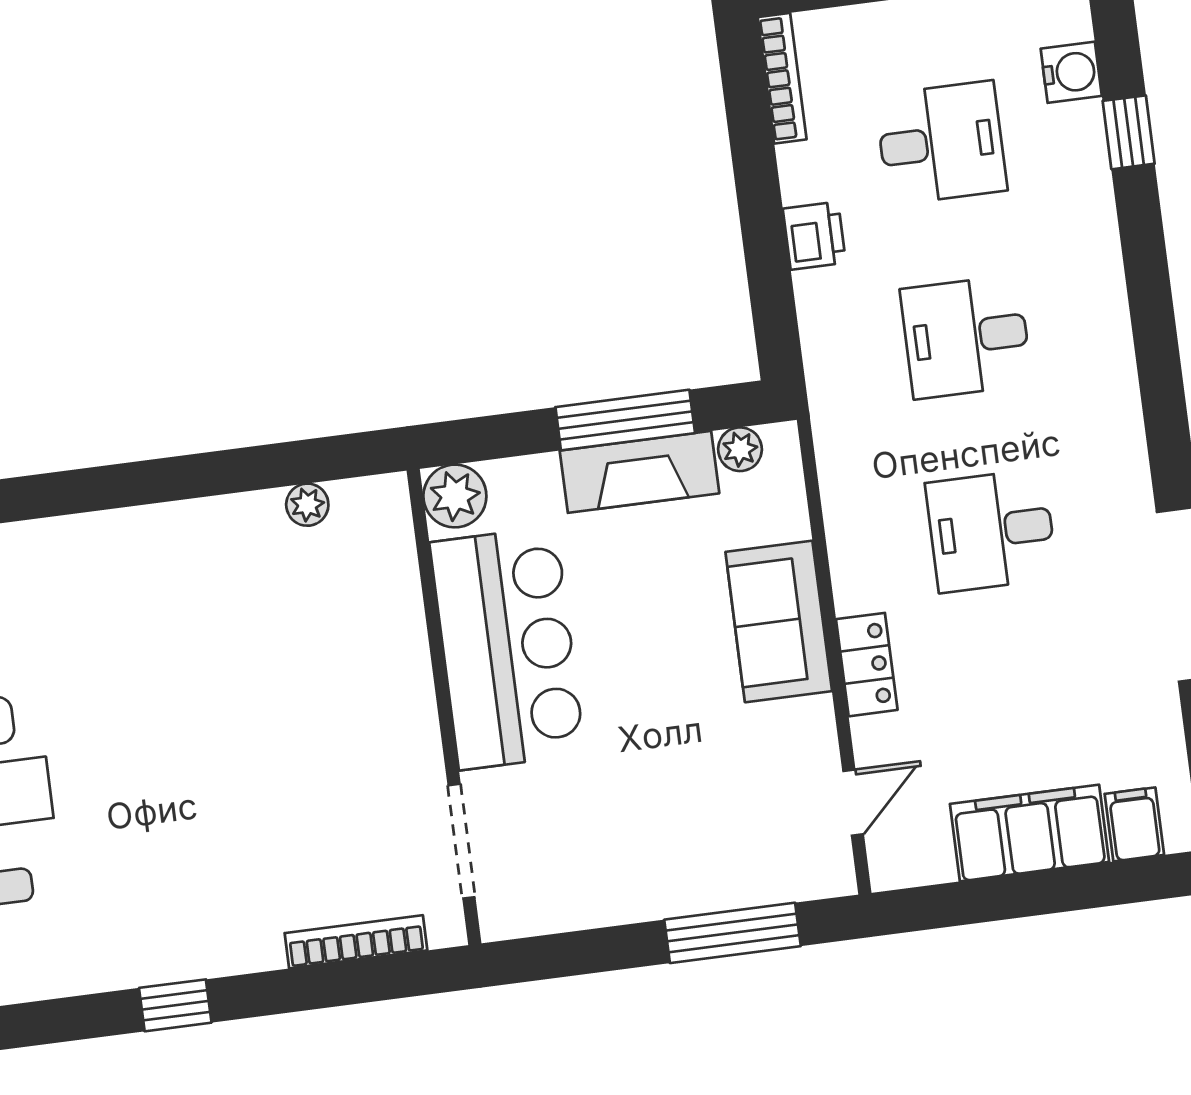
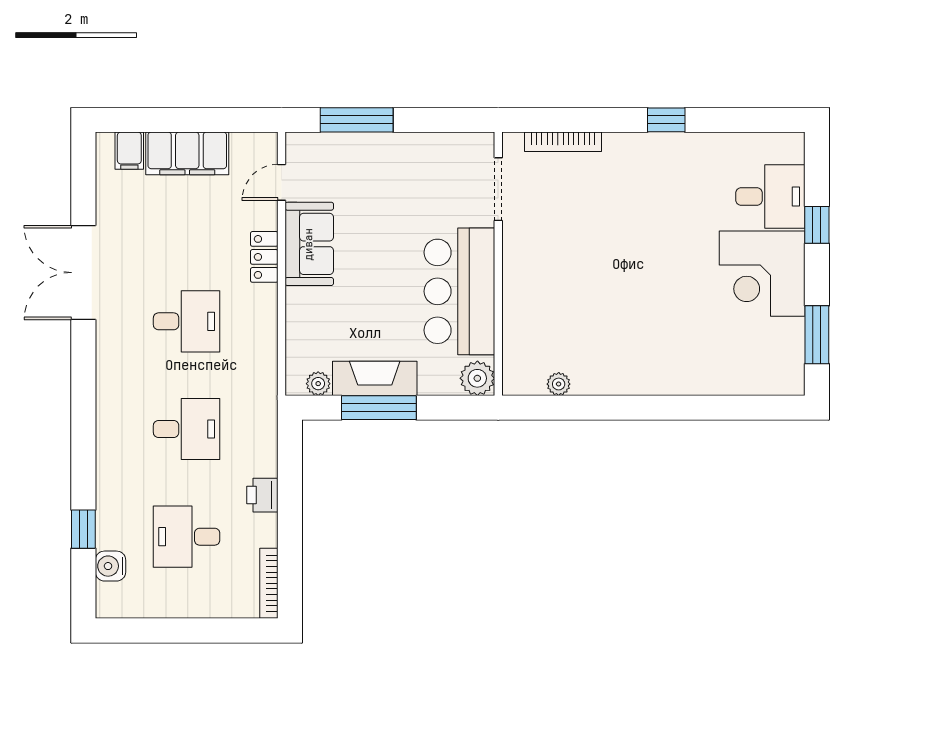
sofa: (779, 621) -> (309, 244), moved

